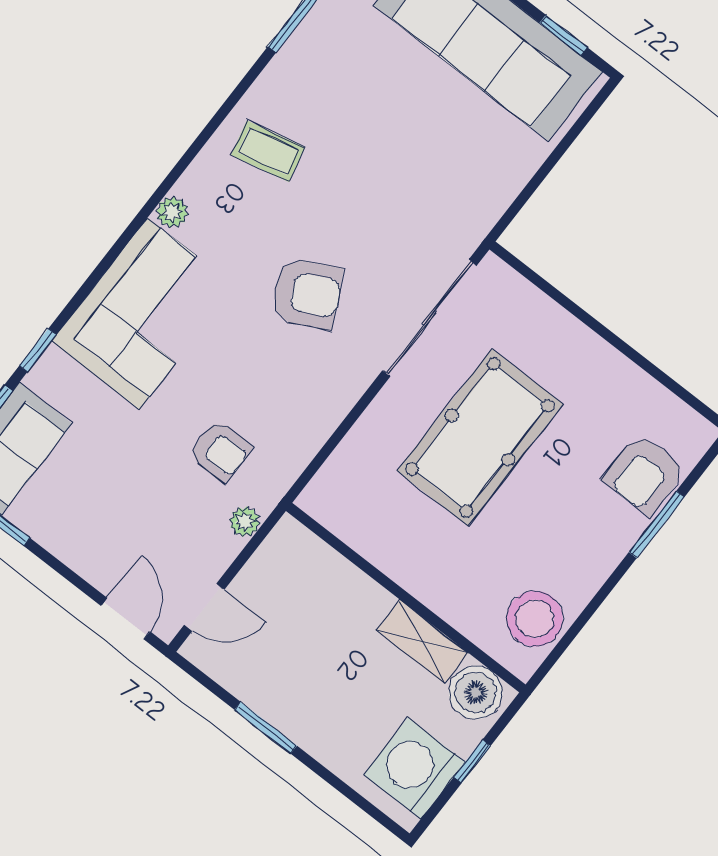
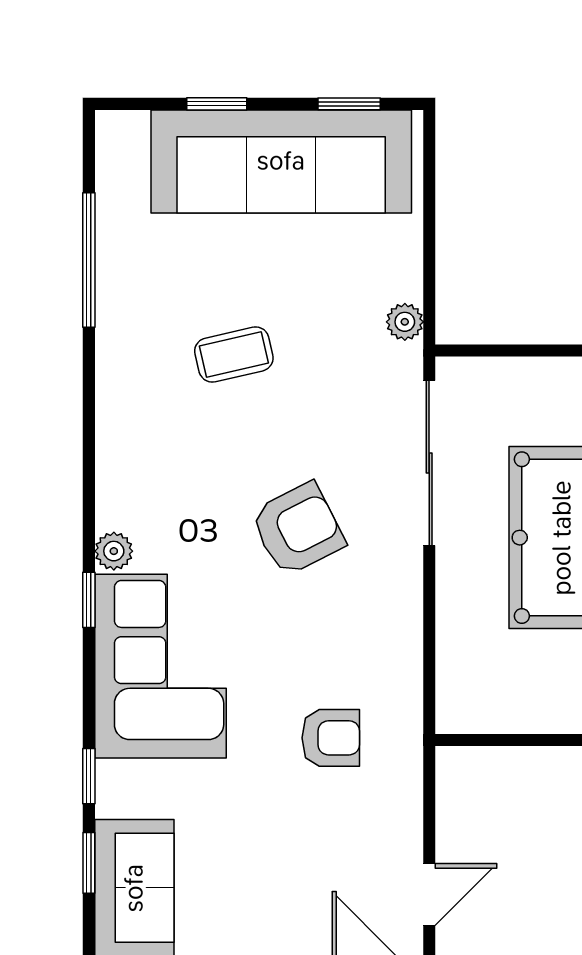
coffee table: (268, 151) -> (234, 355), moved
window: (130, 232) -> (89, 600), added
plant: (245, 522) -> (405, 322), moved

